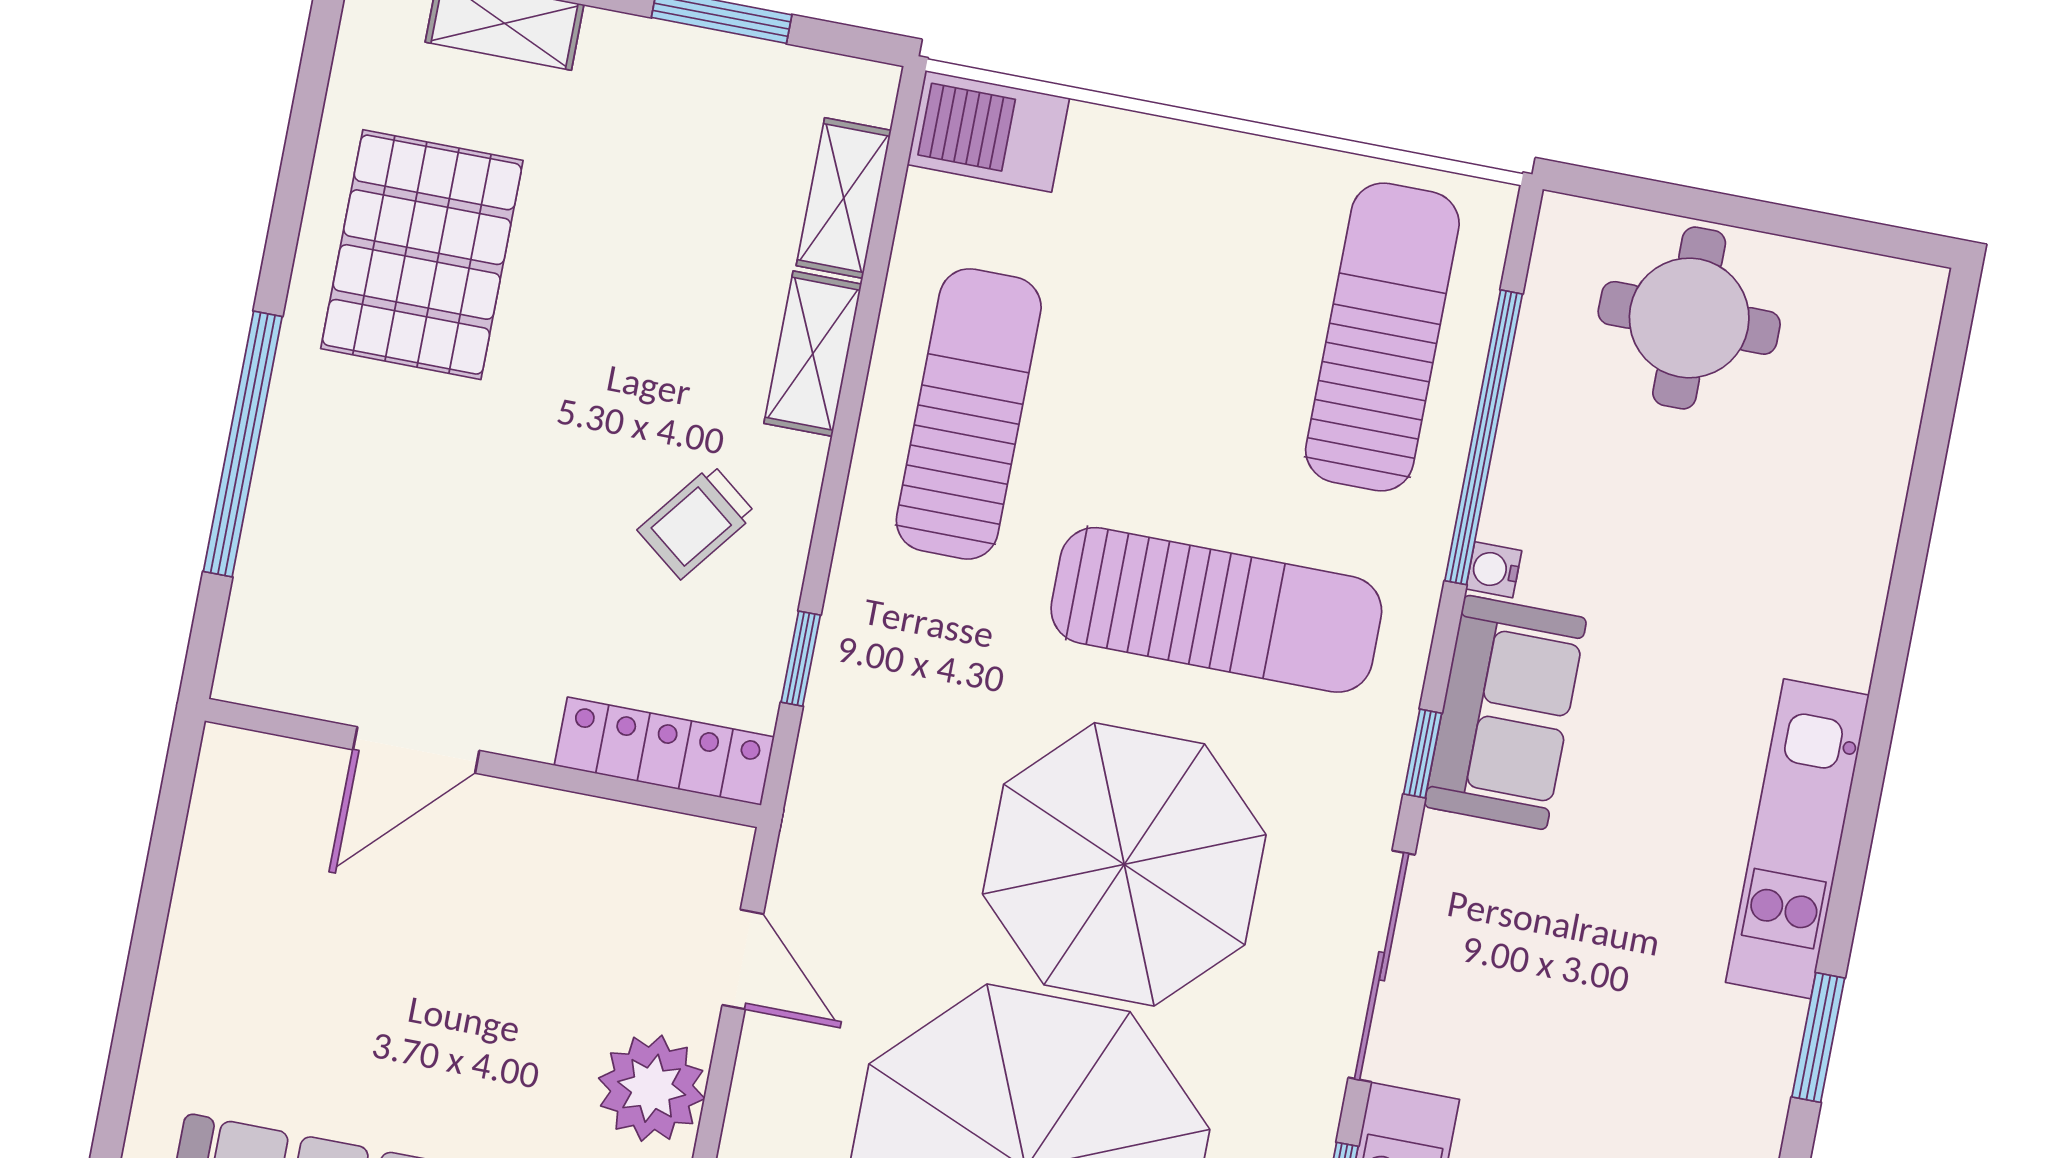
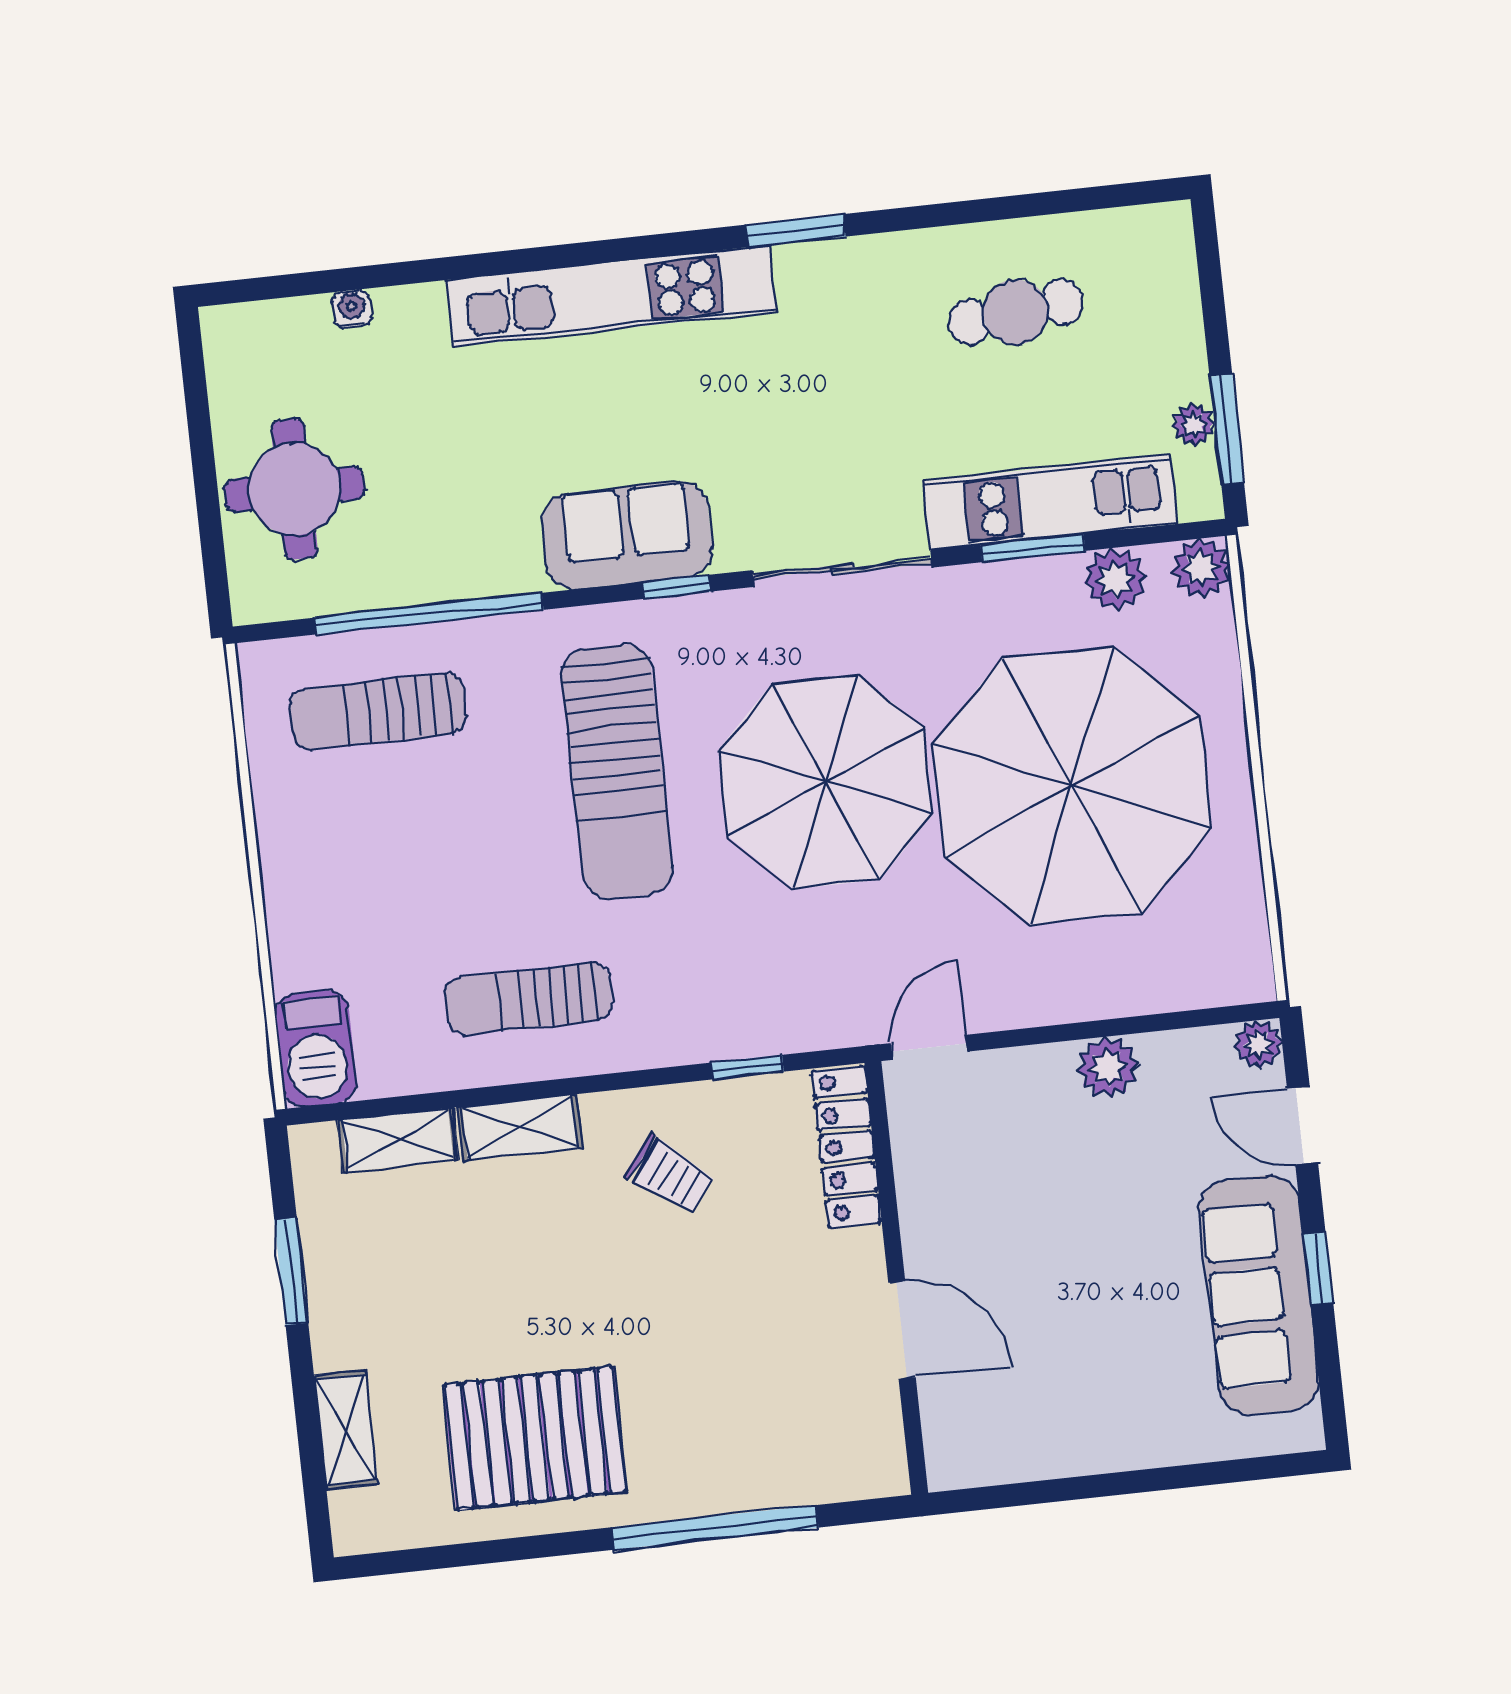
sun lounger: (1382, 337) -> (378, 711), width x0.73, depth x0.75
sun lounger: (969, 414) -> (529, 999), width x0.73, depth x0.75
water cooler: (1494, 570) -> (352, 309), moved, turned 180
sun lounger: (1216, 610) -> (617, 772), turned 180
kitchen unit: (1797, 839) -> (611, 296), width x1.36
door: (743, 959) -> (929, 1047), moved
plant: (652, 1088) -> (1108, 1067), width x0.73, depth x0.73

